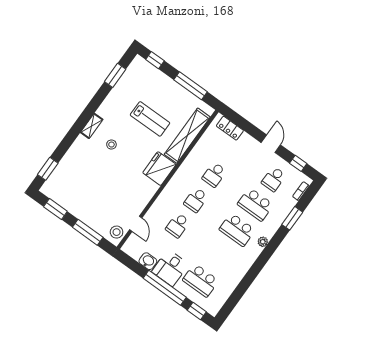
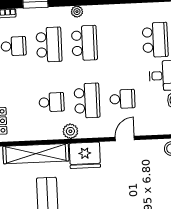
plant: (184, 172) -> (70, 131), added
school desk: (196, 200) -> (87, 101), width x1.85
door: (136, 224) -> (125, 139), moved

